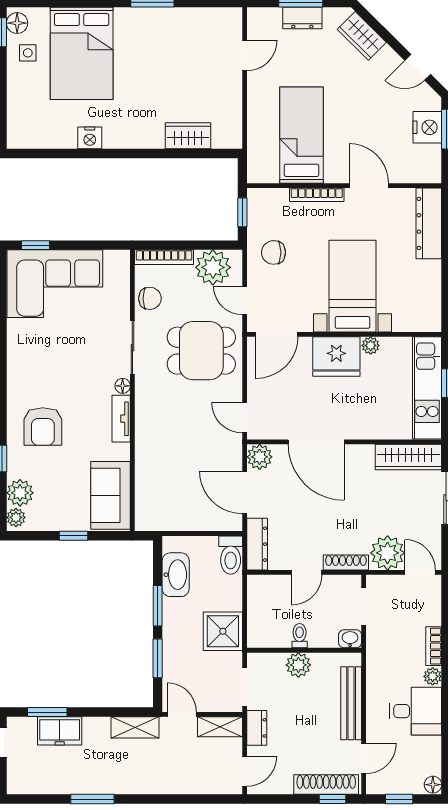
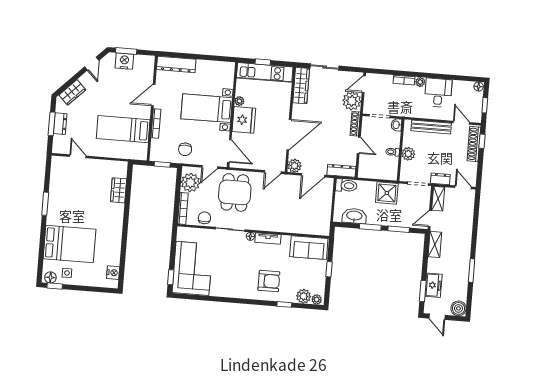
nightstand: (90, 138) -> (113, 273), moved
boiler: (20, 781) -> (458, 308), added

